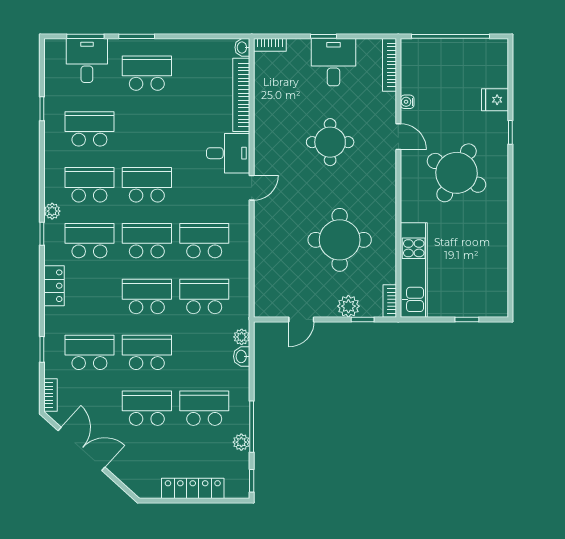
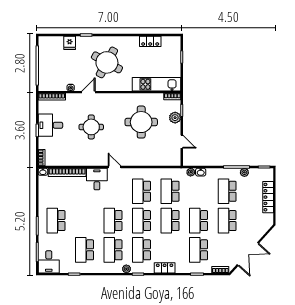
desk: (87, 61) -> (49, 262), moved, turned -90
locker: (498, 258) -> (150, 41), added
double door: (81, 449) -> (248, 254), swing flipped

